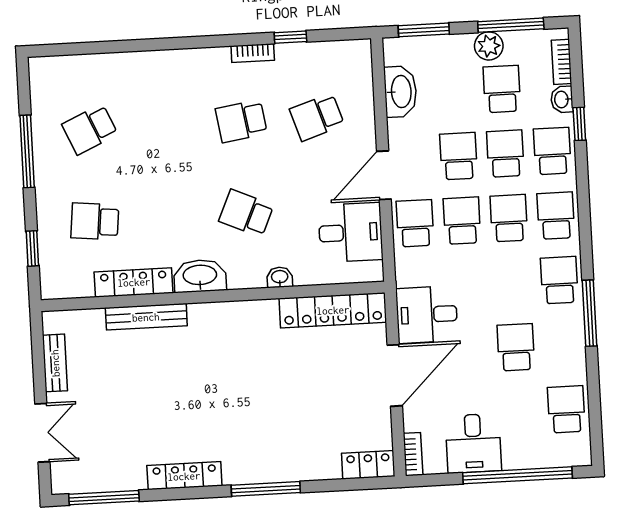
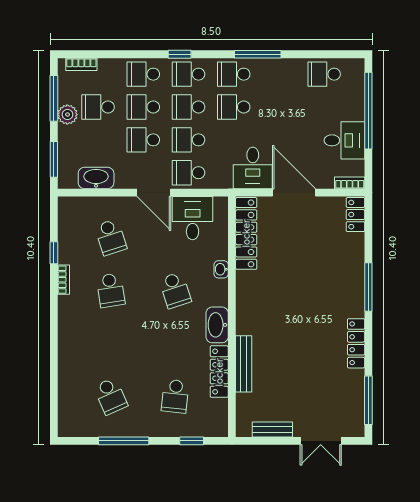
washbasin: (562, 99) -> (108, 65), removed
window: (579, 124) -> (180, 54), moved
school desk: (246, 213) -> (175, 290), turned -42
school desk: (516, 347) -> (234, 107), moved
double door: (42, 433) -> (321, 441), swing flipped

